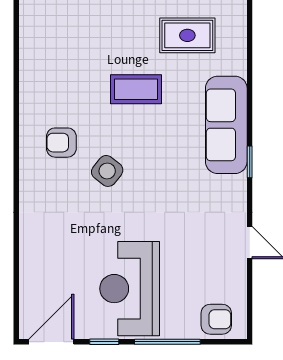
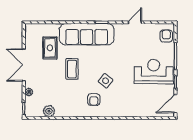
plant: (33, 33) -> (49, 111), added
sofa: (226, 125) -> (87, 34), width x1.36, depth x1.27
reception desk: (130, 289) -> (154, 72), turned 180
door: (51, 342) -> (175, 104), hinge flipped

